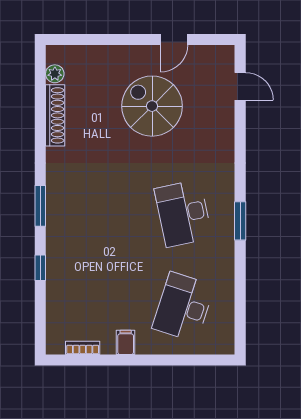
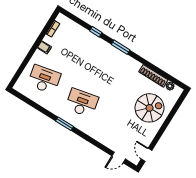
door: (174, 39) -> (147, 155), moved
spiral stairs: (152, 106) -> (150, 108), moved
desk: (183, 307) -> (44, 79), turned -30

